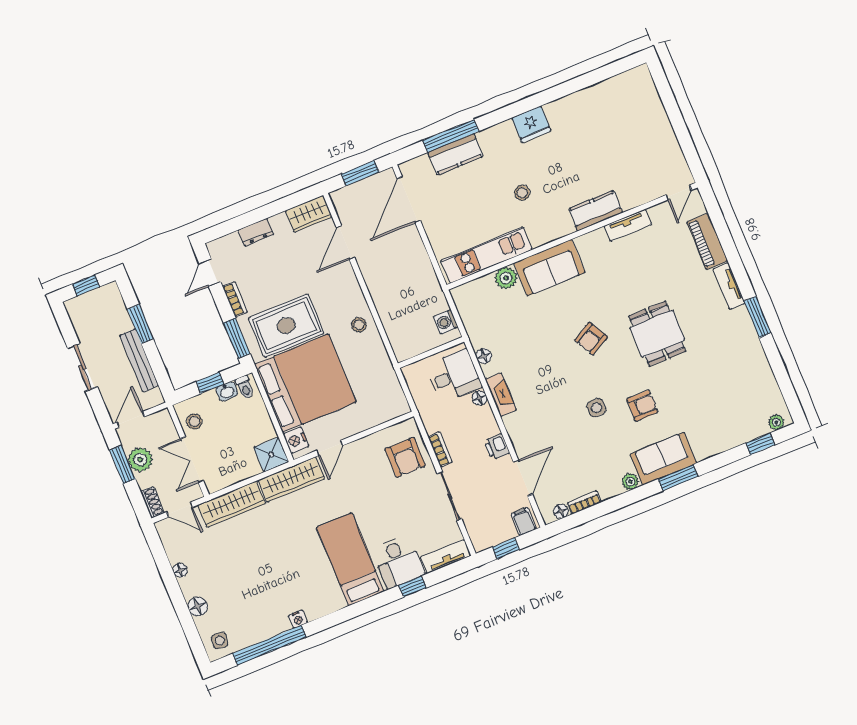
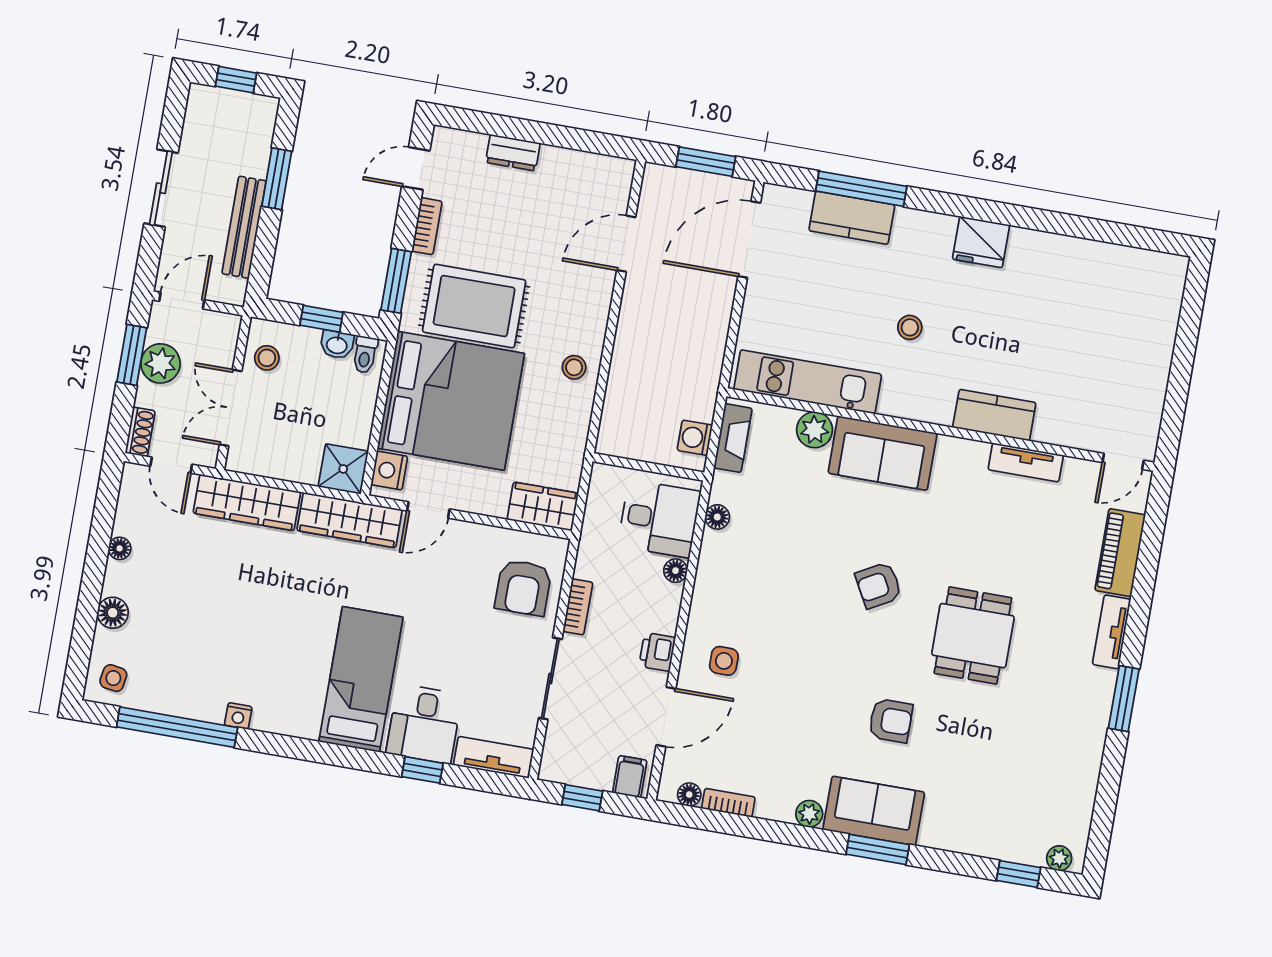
wardrobe: (309, 214) -> (543, 506), moved, turned 180
fireplace: (501, 395) -> (733, 438), moved
side table: (596, 408) -> (724, 661), moved

